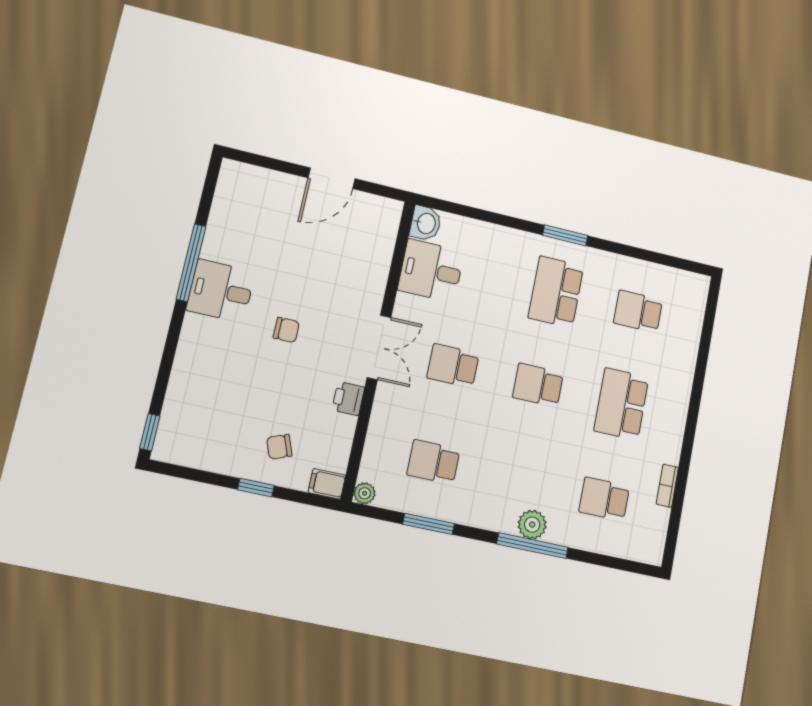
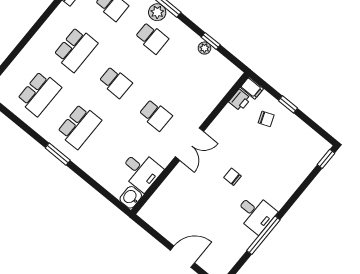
door: (332, 178) -> (182, 257), moved
school desk: (638, 311) -> (39, 94), width x1.85
double door: (379, 347) -> (189, 144), swing flipped
printer: (348, 399) -> (240, 100), moved
school desk: (433, 462) -> (152, 38), moved
plant: (365, 493) -> (204, 48), moved
window: (429, 524) -> (211, 41), width x0.67

